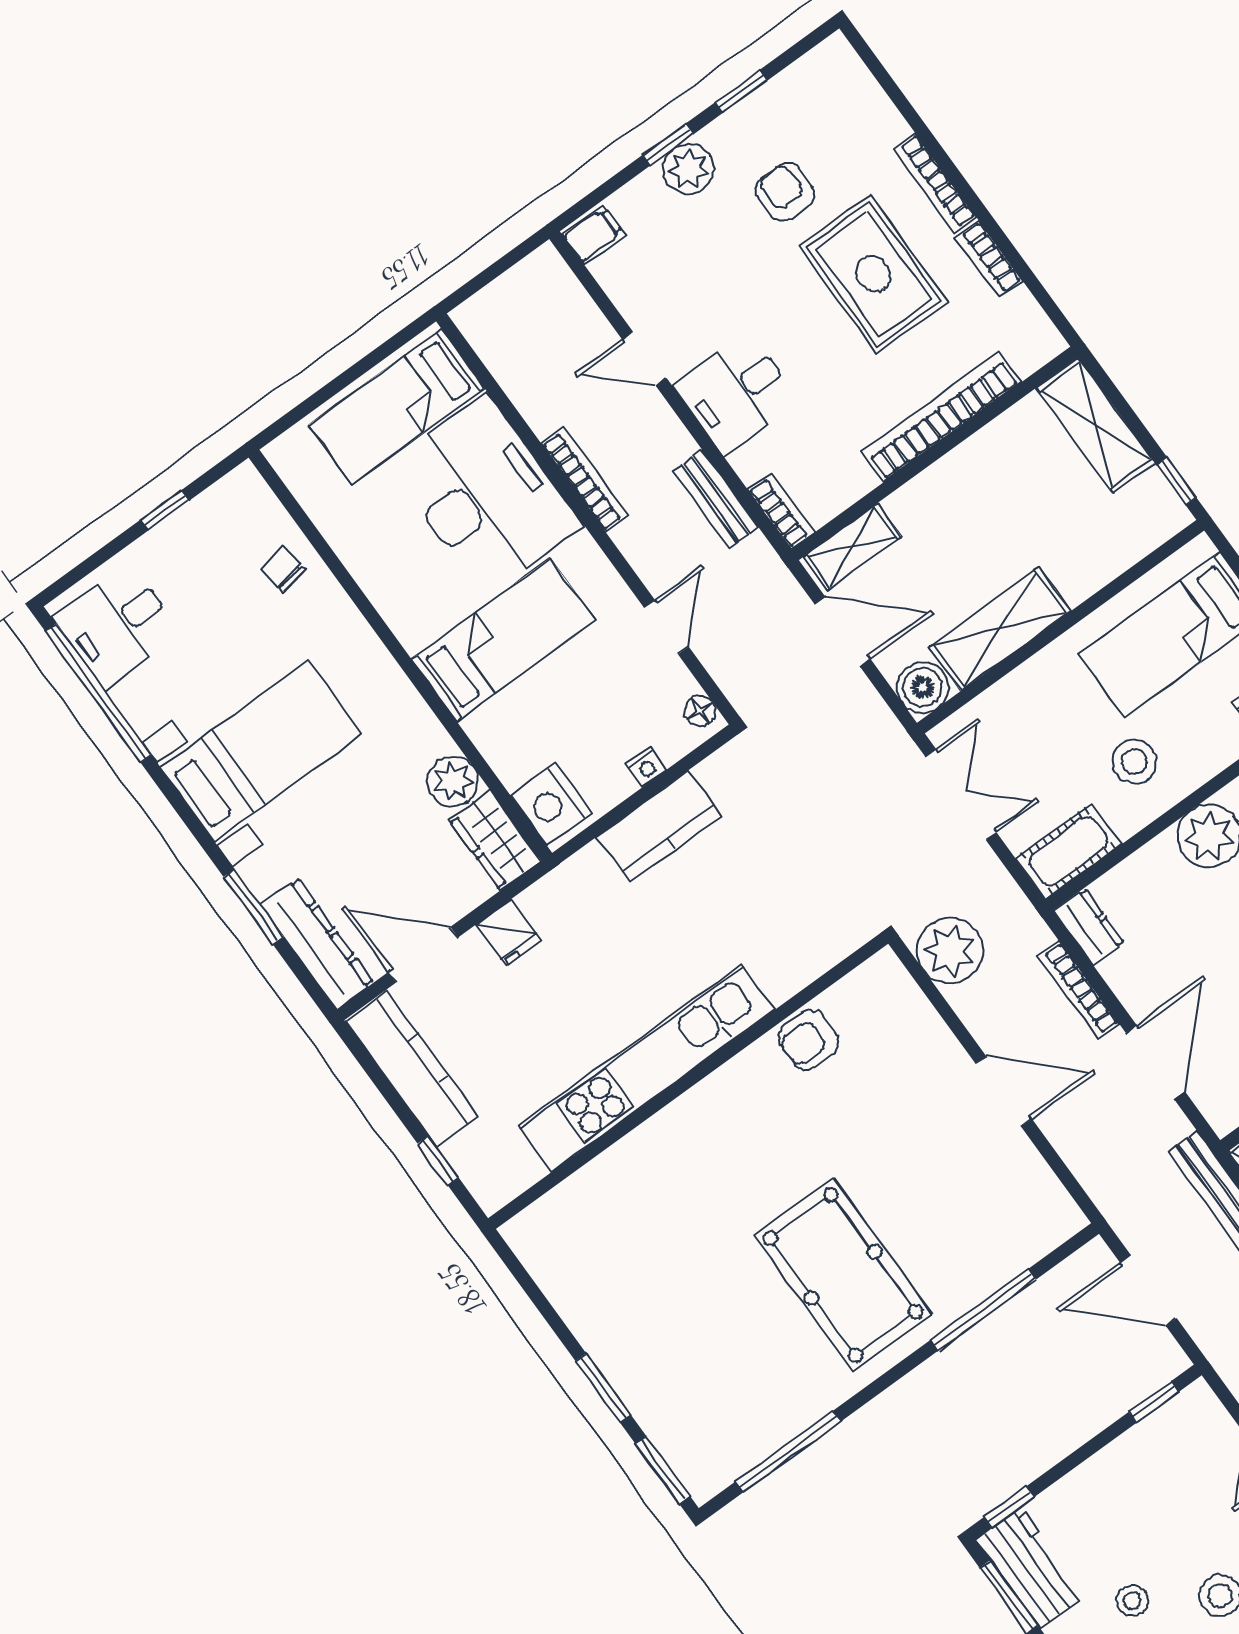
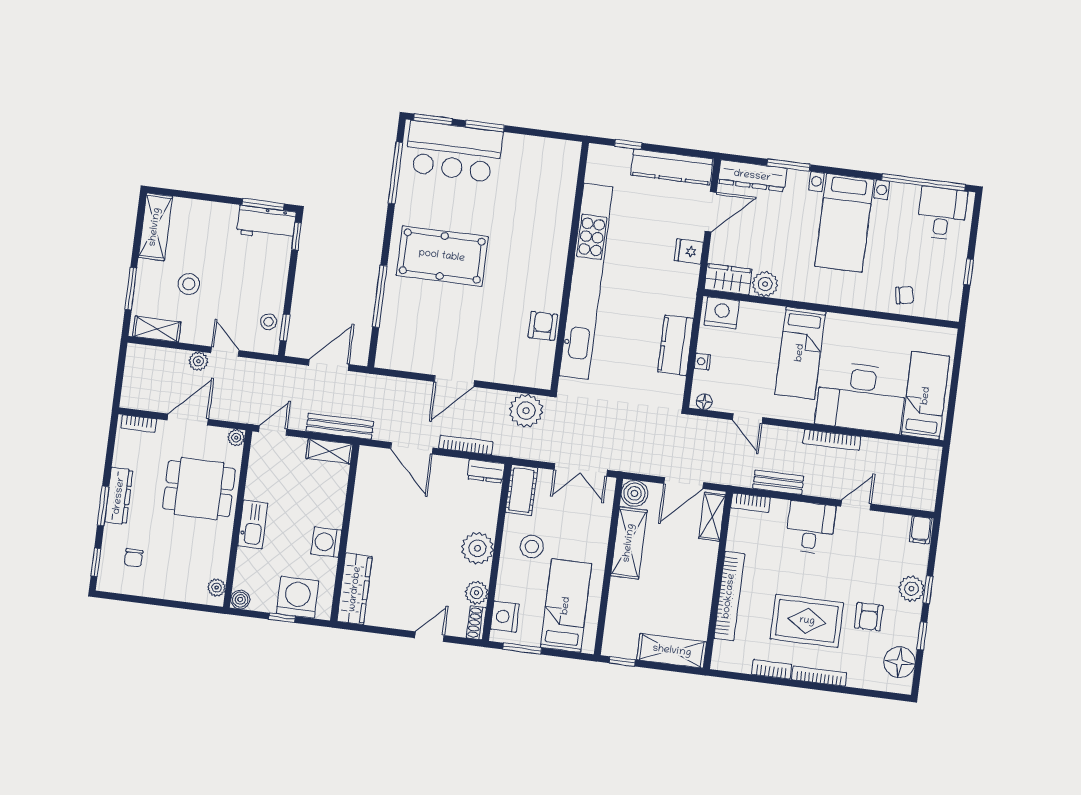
floor lamp: (808, 88) -> (900, 662), added
armchair: (785, 192) -> (869, 617), turned 90
kitchen unit: (647, 1068) -> (586, 281), width x1.36
bar counter: (680, 1398) -> (454, 152), added
stool: (1132, 1601) -> (269, 322), moved

